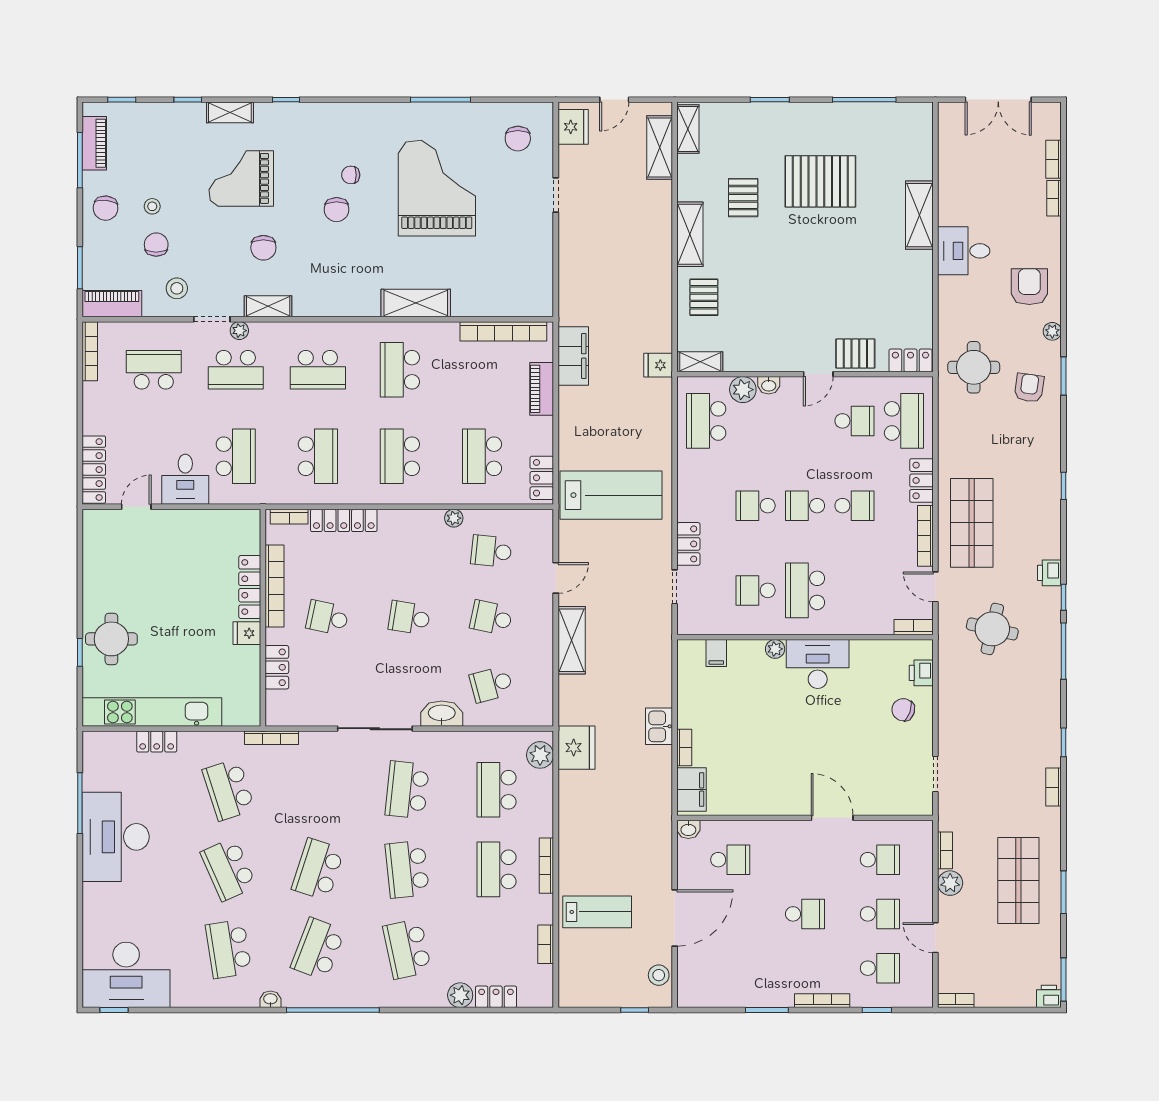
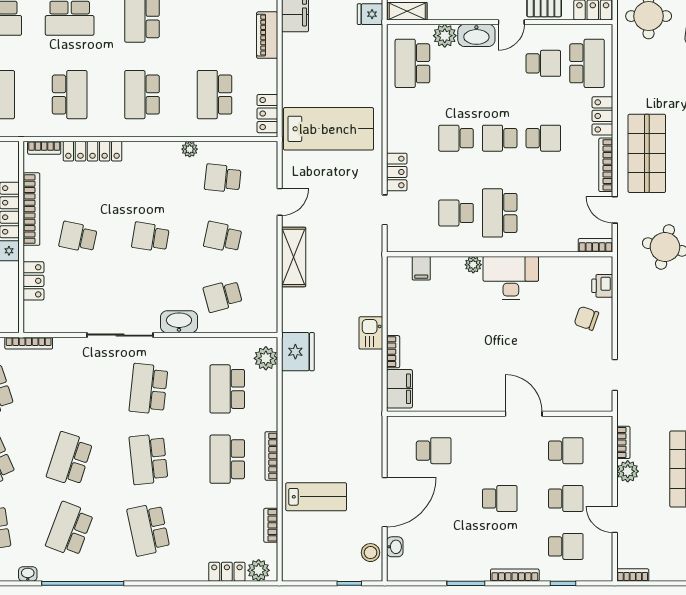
washbasin: (769, 385) -> (476, 35), width x1.91, depth x1.45
washbasin: (688, 829) -> (395, 547), moved, turned -90
plant: (460, 995) -> (259, 570), moved

